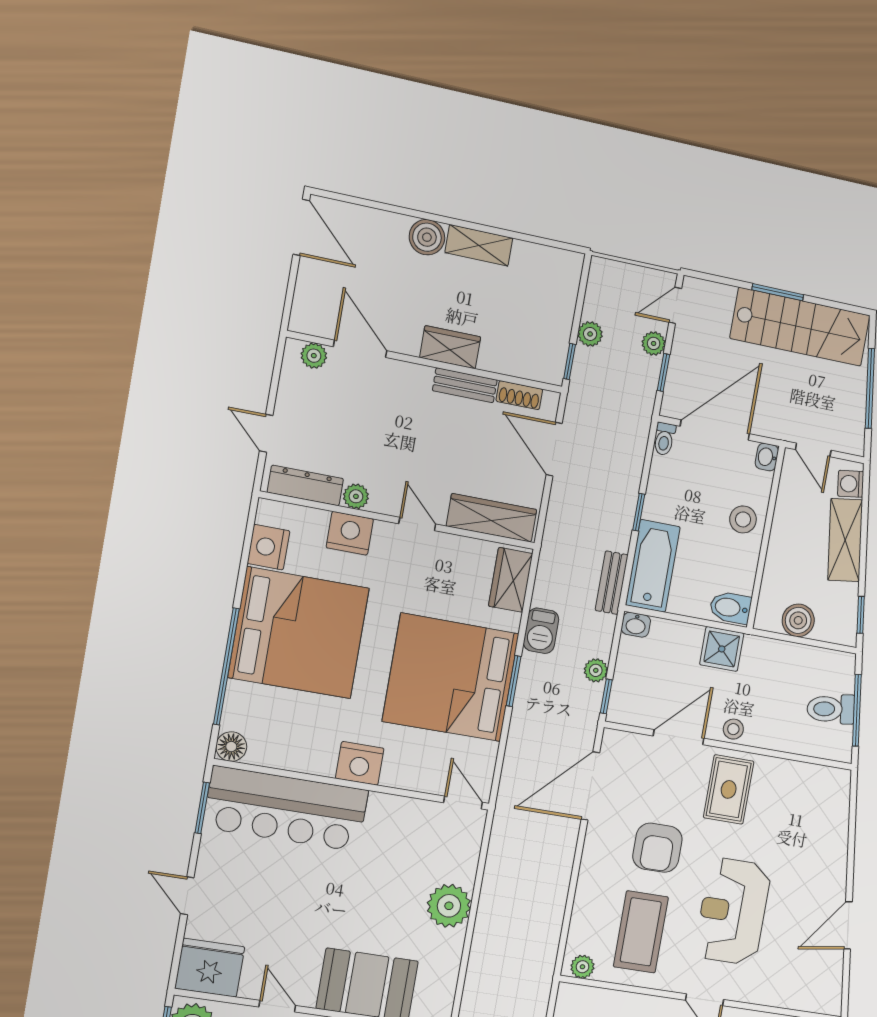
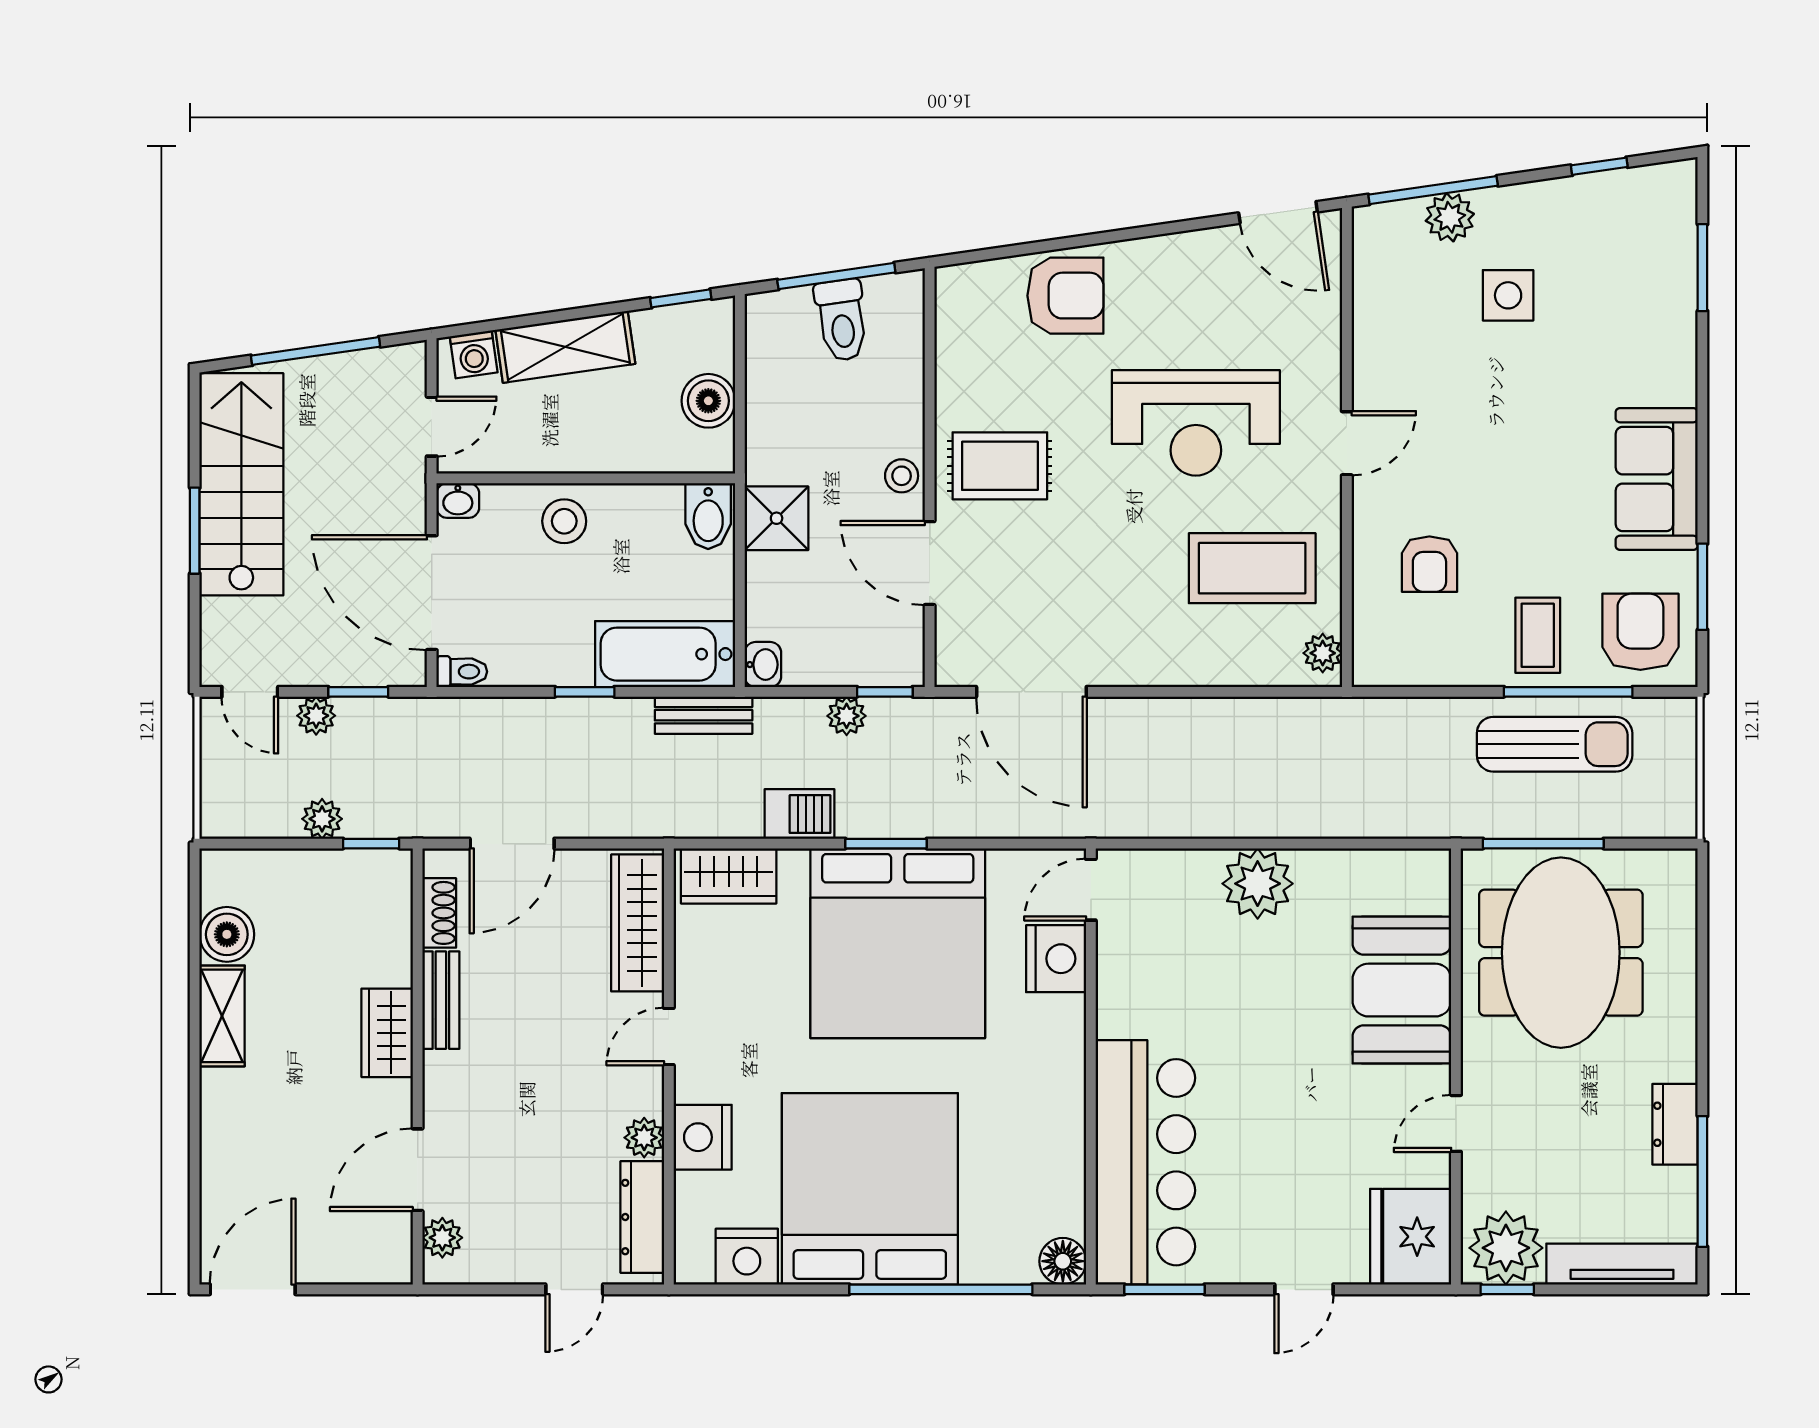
boiler: (427, 237) -> (227, 934), moved
nightstand: (360, 763) -> (1056, 959), moved
armchair: (657, 848) -> (1065, 296), moved
door: (848, 925) -> (1278, 212), moved

